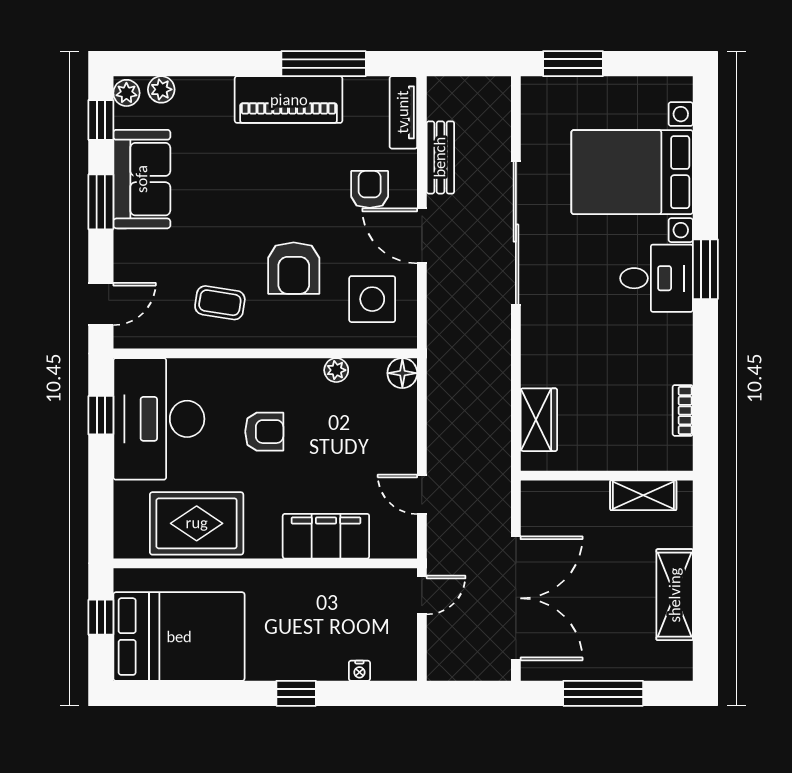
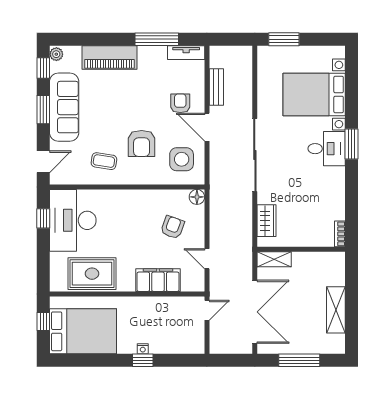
plant: (161, 89) -> (74, 52), removed
piano: (289, 100) -> (110, 57), moved
tv unit: (403, 112) -> (186, 53), moved, turned -90
sofa: (142, 179) -> (64, 107), width x1.36
sliding door: (516, 233) -> (255, 155), moved
plant: (336, 370) -> (163, 195), removed
bookcase: (683, 410) -> (340, 234), moved
armchair: (264, 432) -> (172, 227), moved, turned -70
shelving: (643, 495) -> (274, 259), moved
nightstand: (359, 671) -> (143, 349), moved

